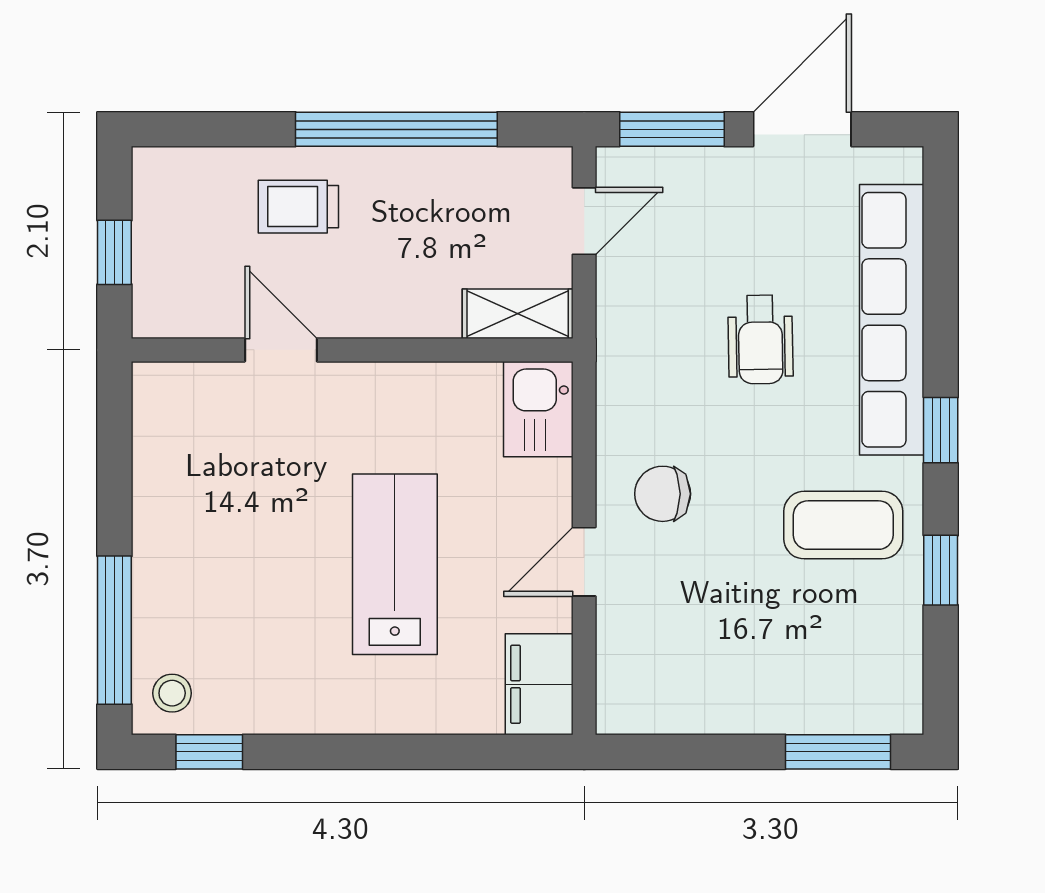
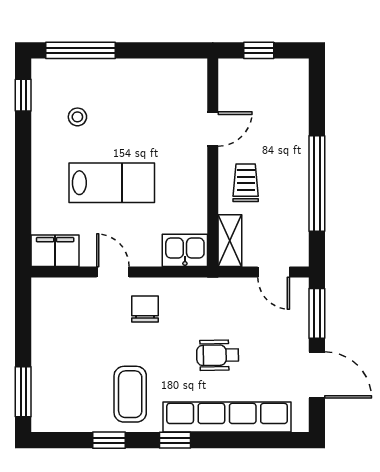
trolley: (298, 207) -> (246, 183), moved
stool: (172, 693) -> (77, 117), moved

